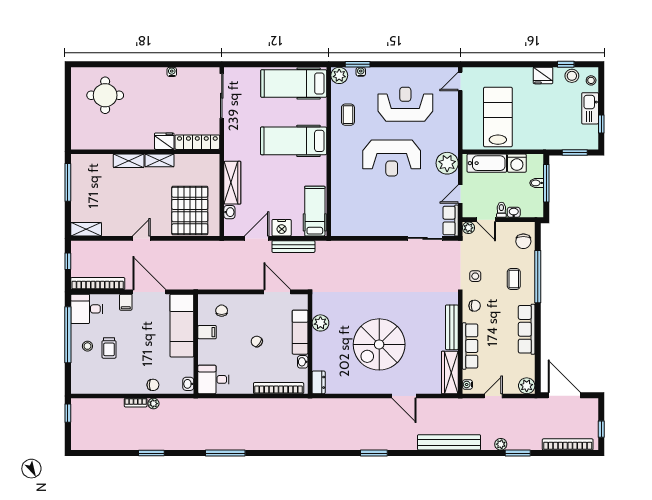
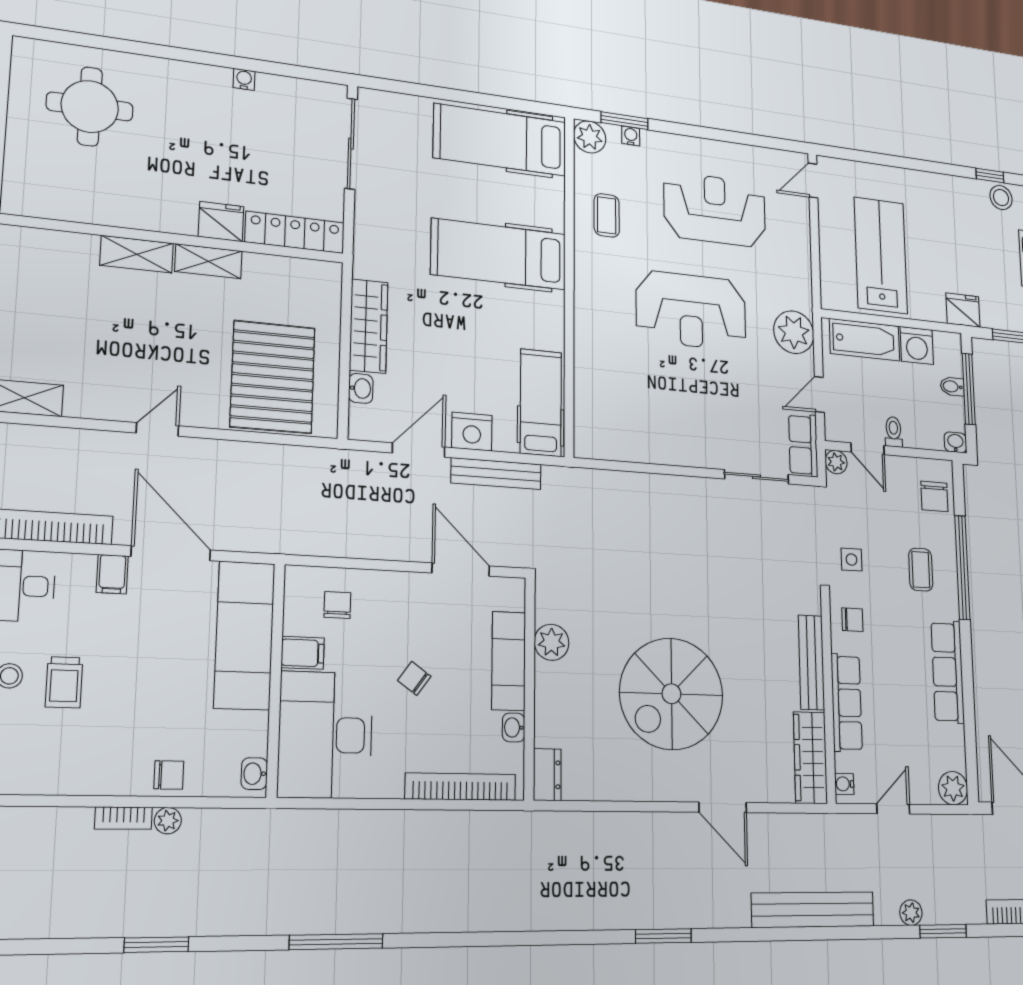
fridge: (543, 75) -> (963, 310), moved, turned 180
washbasin: (514, 212) -> (955, 442), moved
desk: (213, 379) -> (325, 735), width x1.87, depth x1.30

